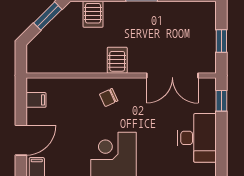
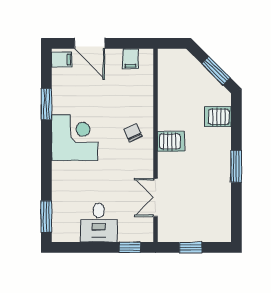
double door: (172, 75) -> (156, 197), width x0.73
desk: (197, 138) -> (99, 223), width x0.73

